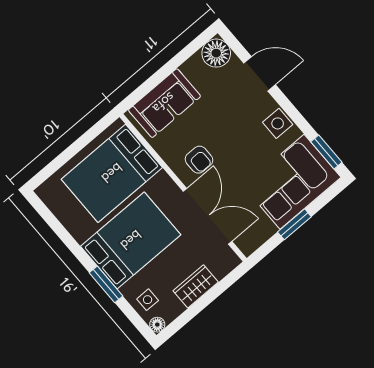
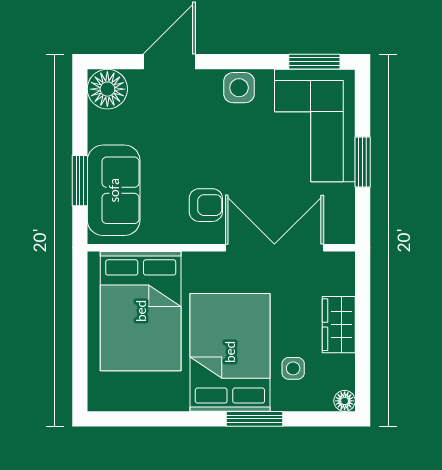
window: (154, 80) -> (80, 181), added
side table: (148, 300) -> (293, 368), moved

